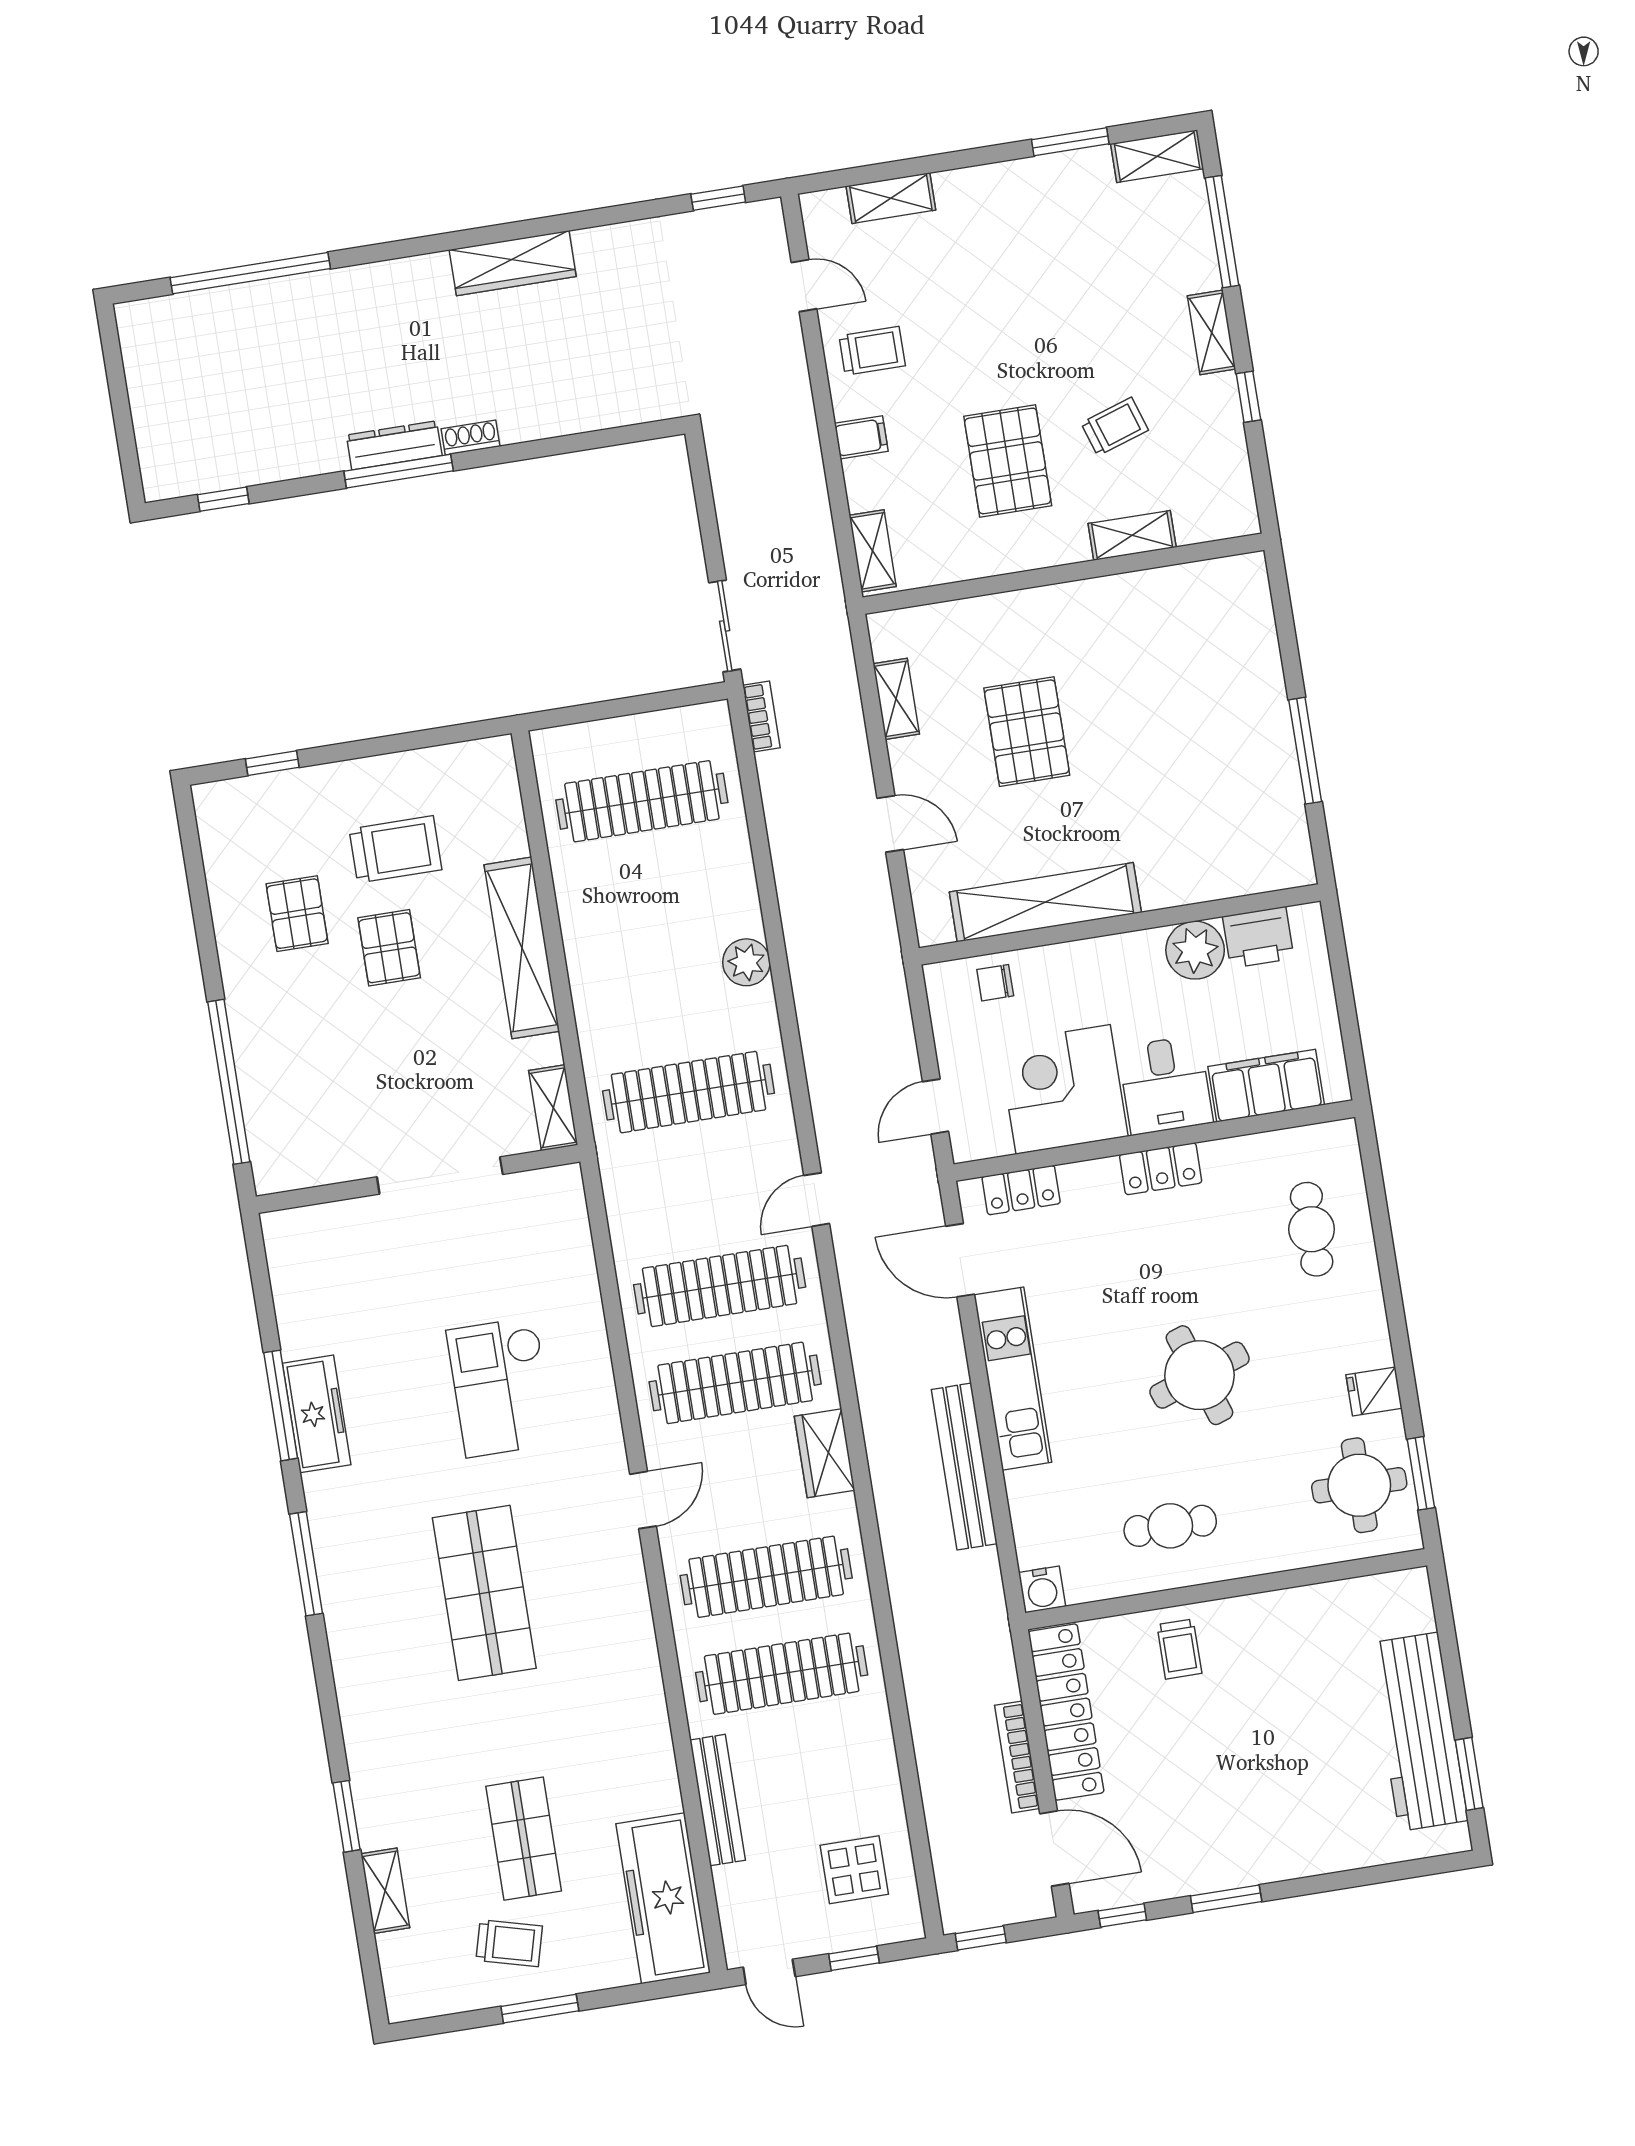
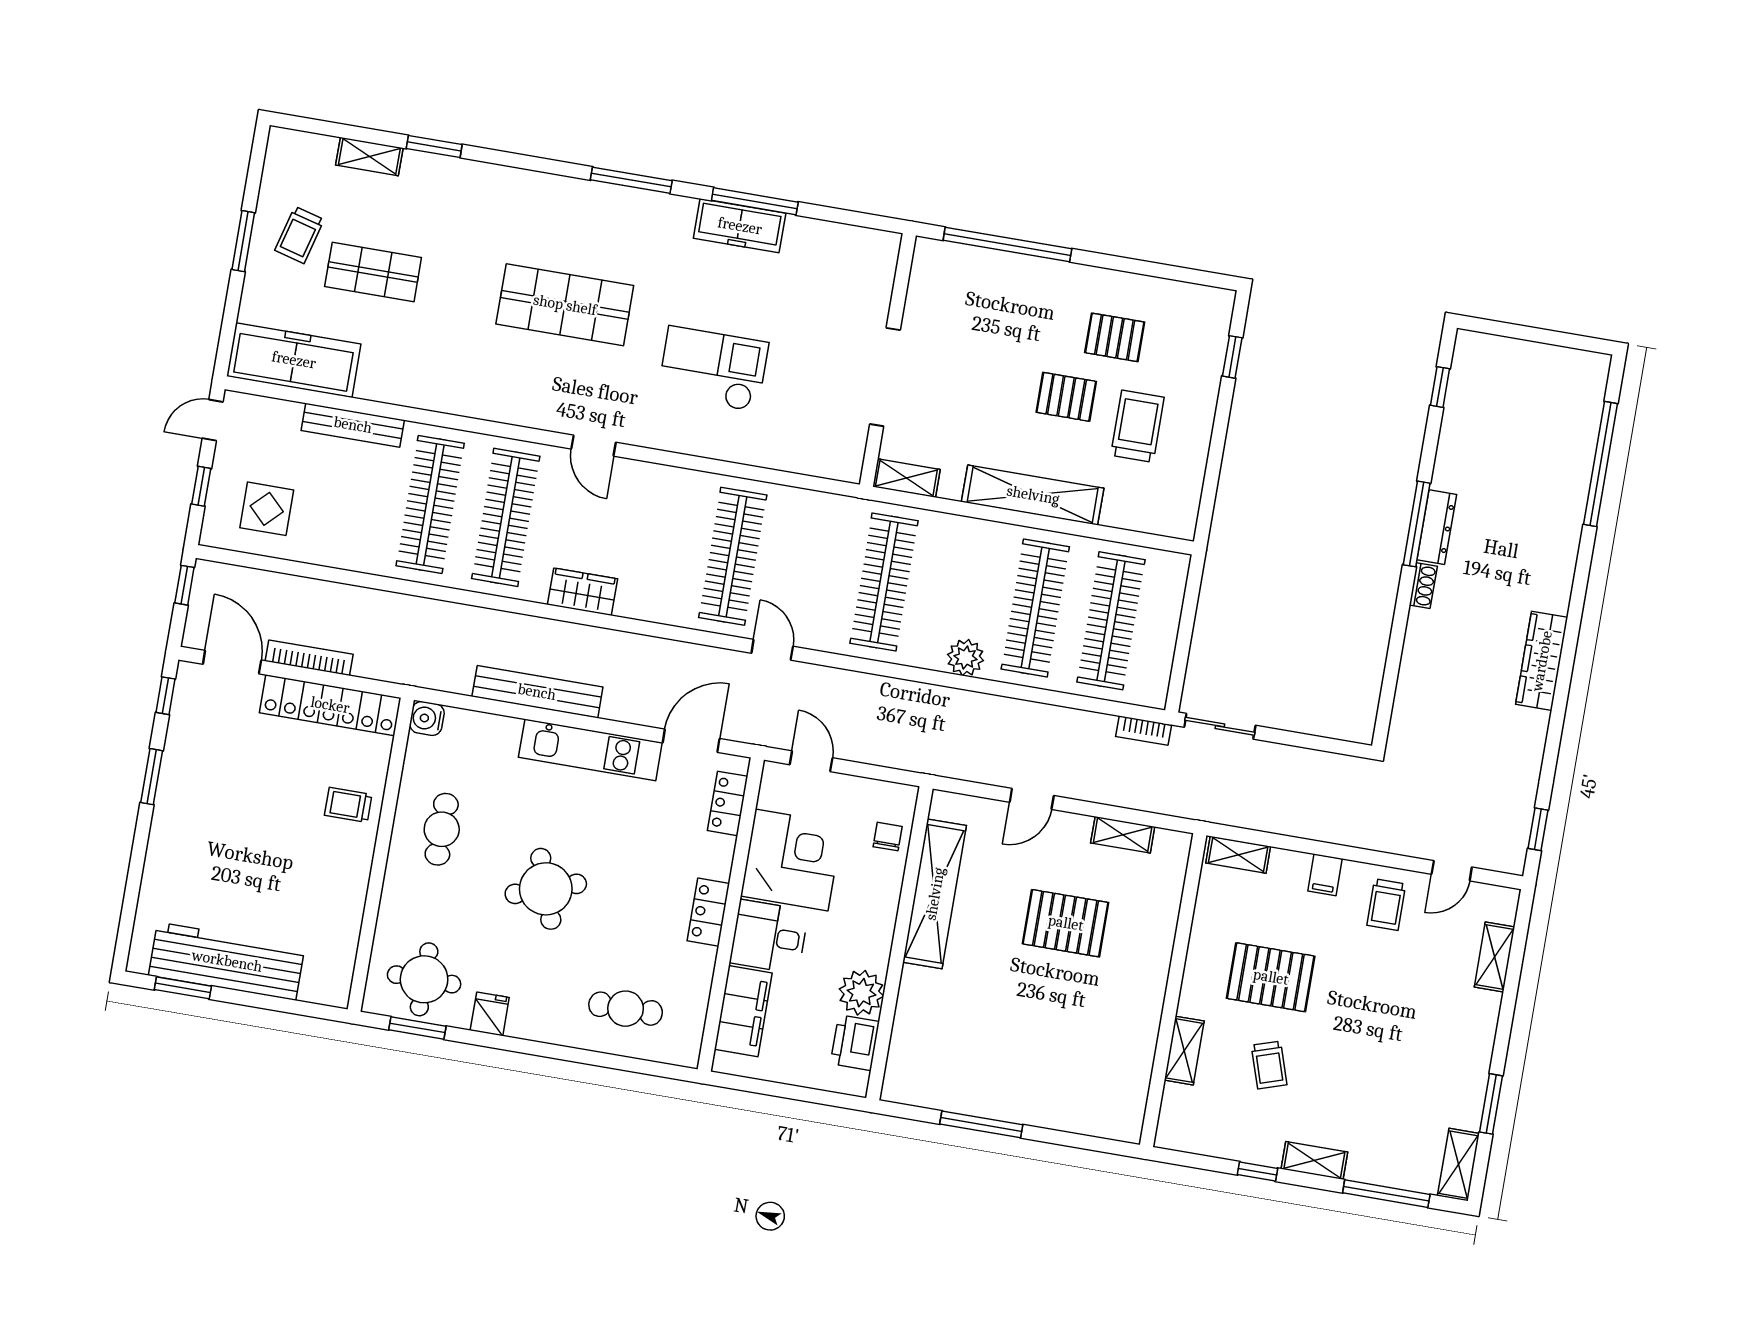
trolley: (395, 849) -> (1137, 426), turned 180
clothes rail: (735, 1383) -> (1035, 608), moved
door: (1054, 1848) -> (232, 662), swing flipped

